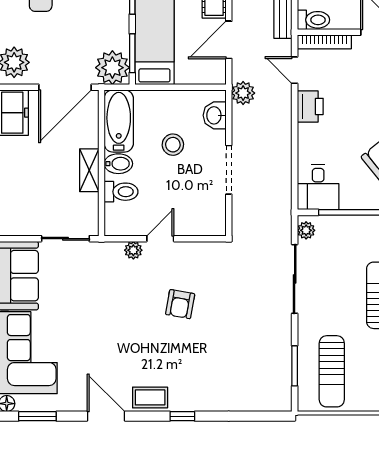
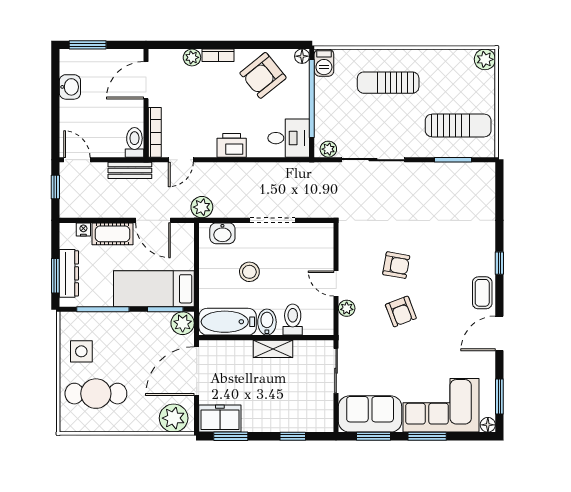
plant: (112, 68) -> (183, 323), width x0.73, depth x0.73
door: (65, 87) -> (197, 371), swing flipped
printer: (310, 106) -> (232, 145), moved
armchair: (130, 309) -> (401, 311), added

